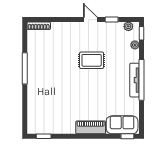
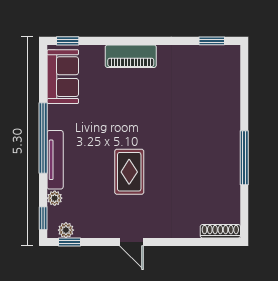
window: (112, 20) -> (70, 242), moved
rug: (92, 60) -> (129, 172), turned 90
tv unit: (135, 80) -> (55, 160), moved
sofa: (122, 125) -> (63, 77), moved, turned -90

